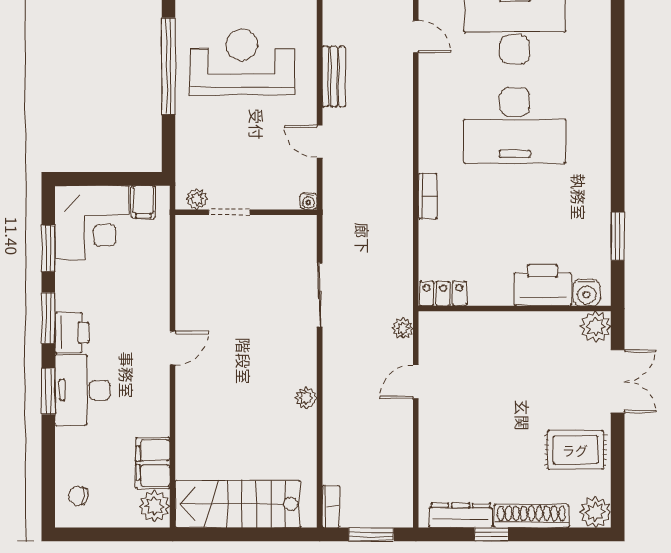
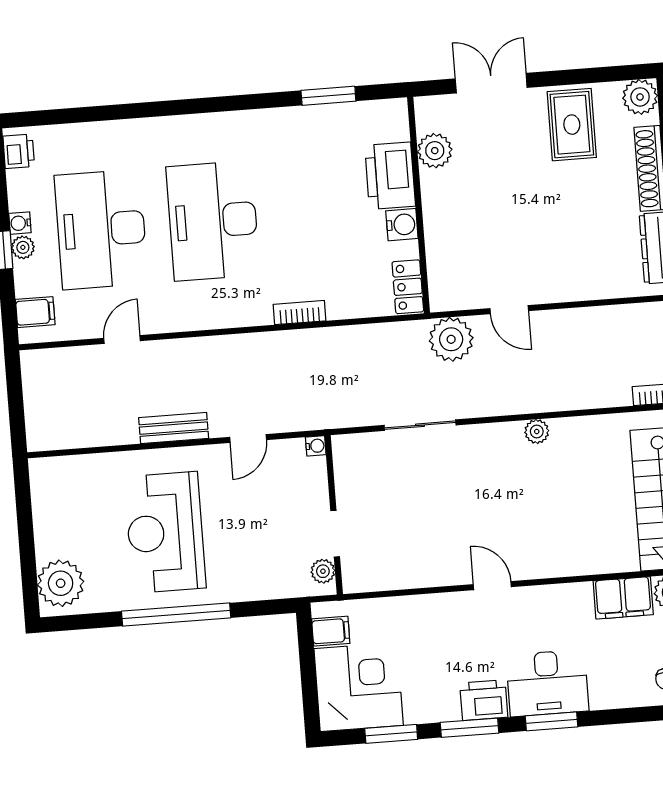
desk: (515, 125) -> (213, 221), turned 180
water cooler: (587, 292) -> (402, 225), moved
plant: (596, 327) -> (435, 151), moved
plant: (403, 328) -> (451, 339), width x1.88, depth x1.88

